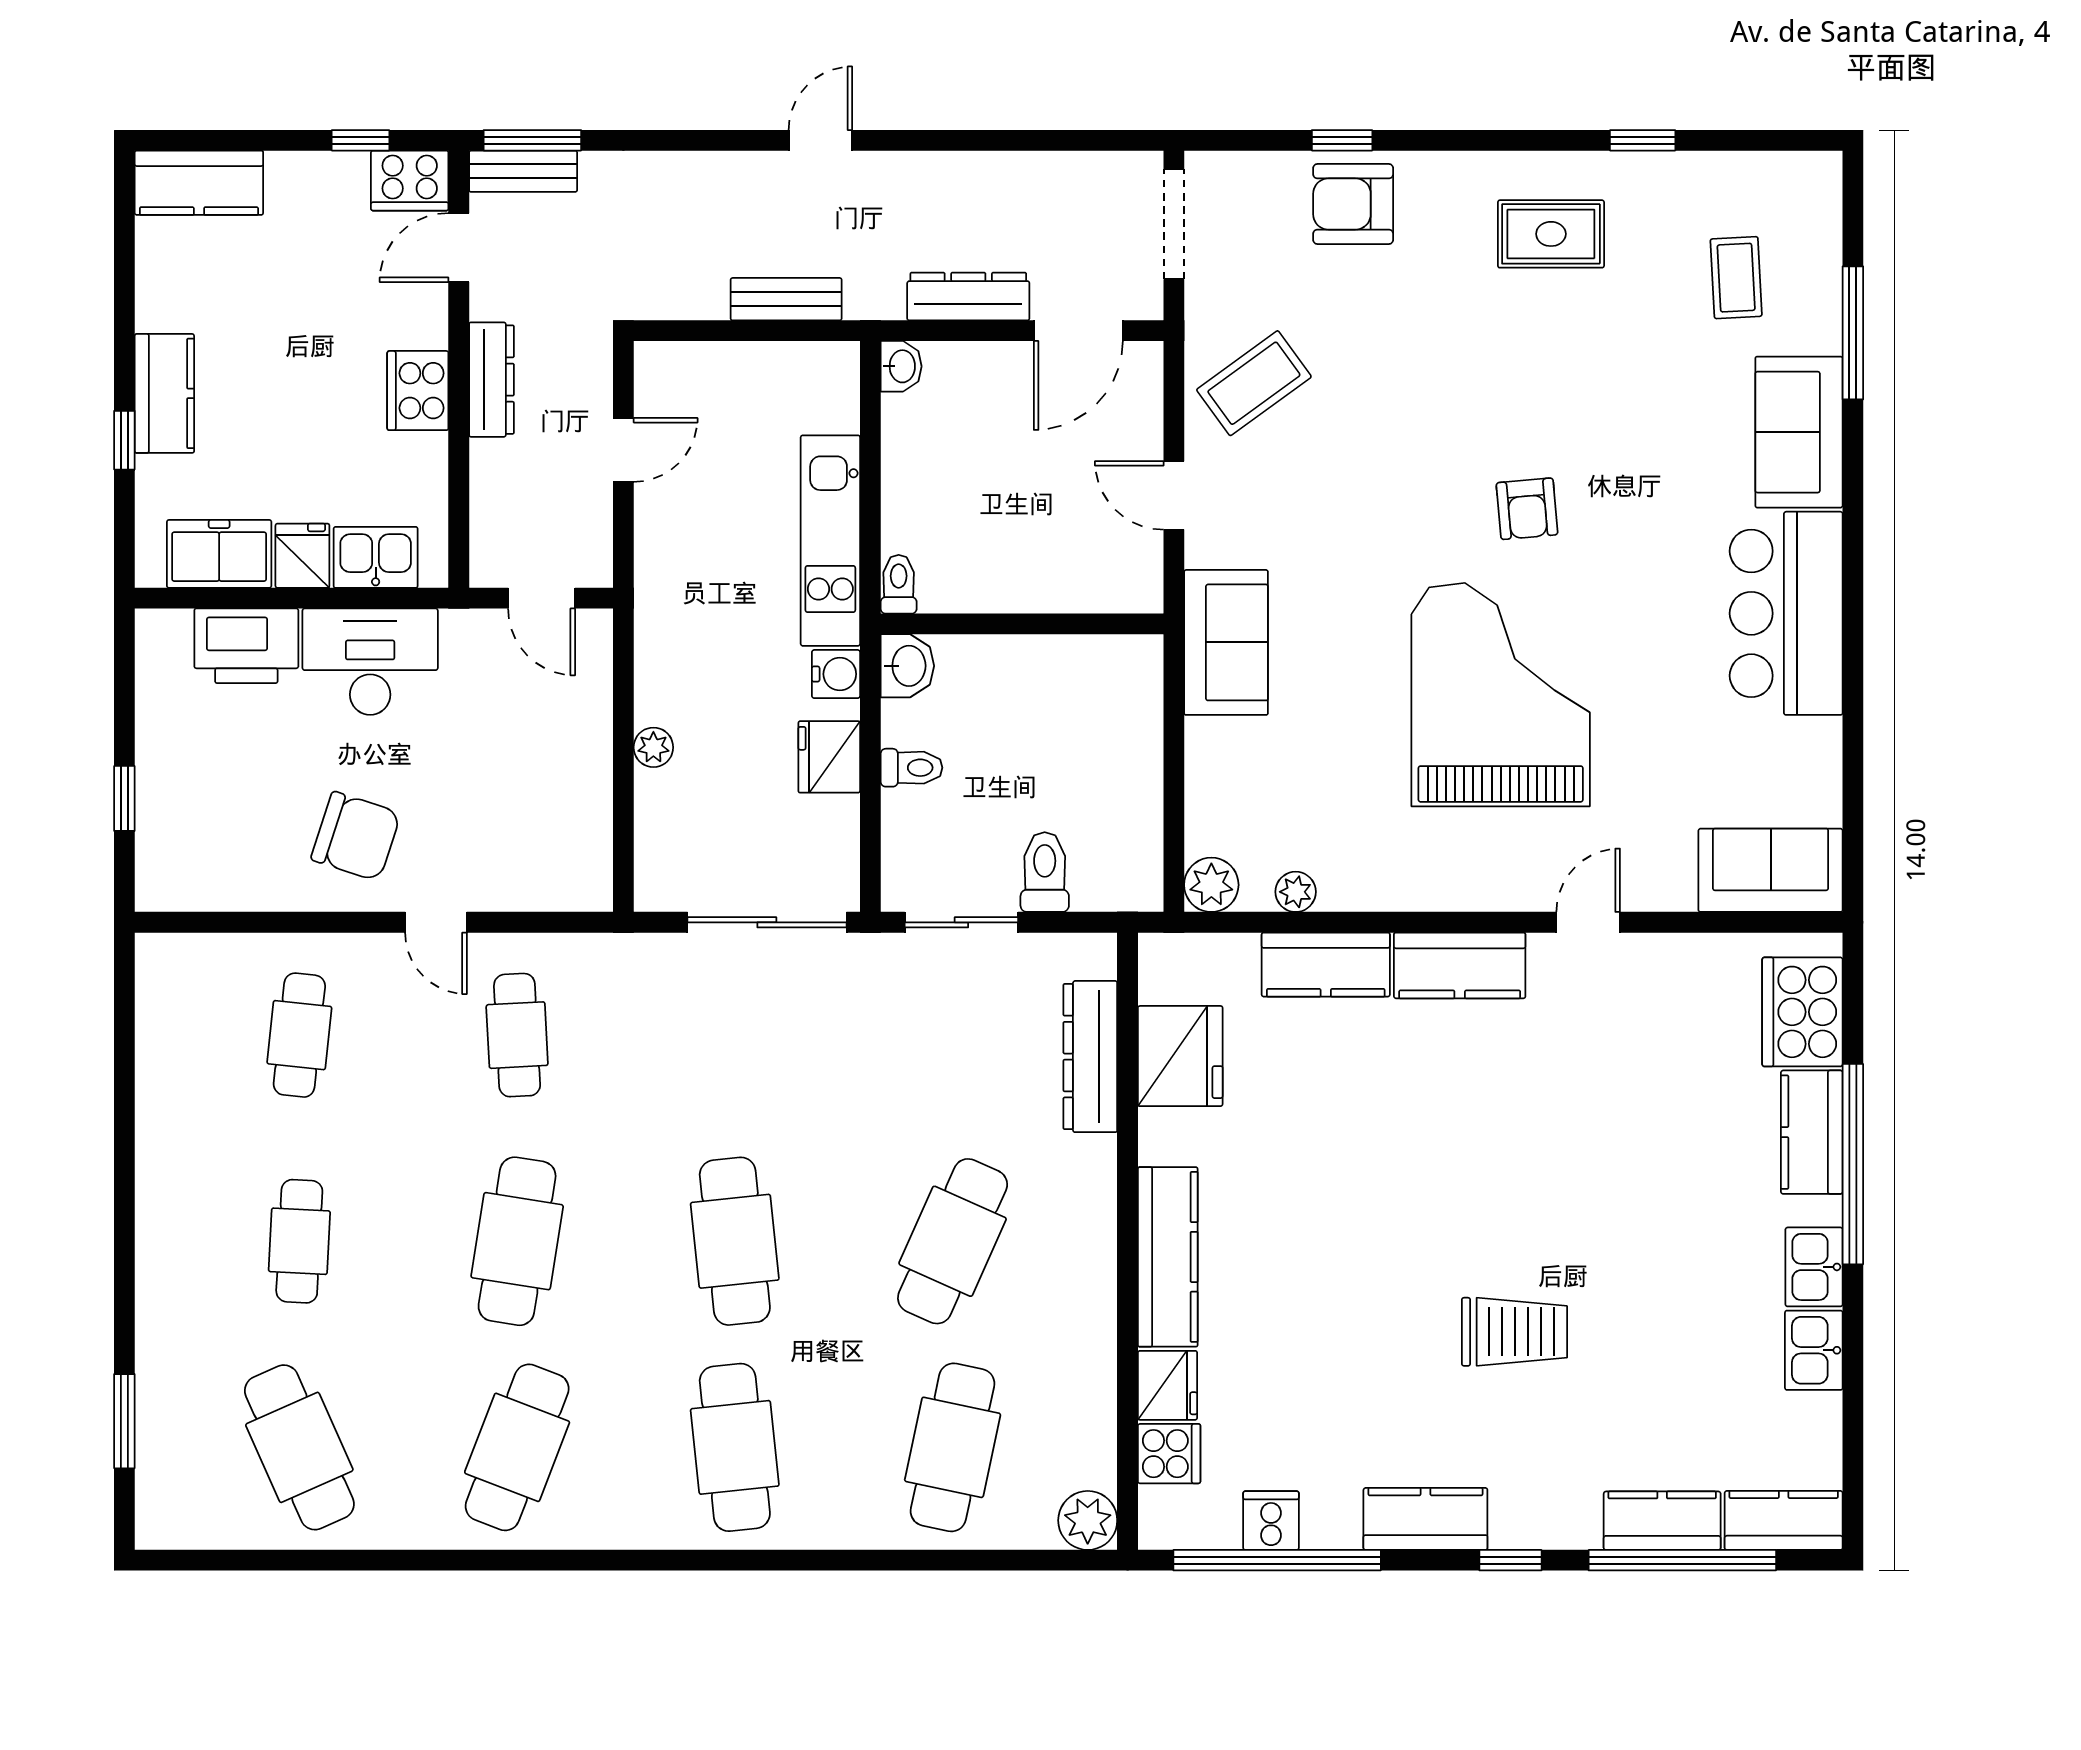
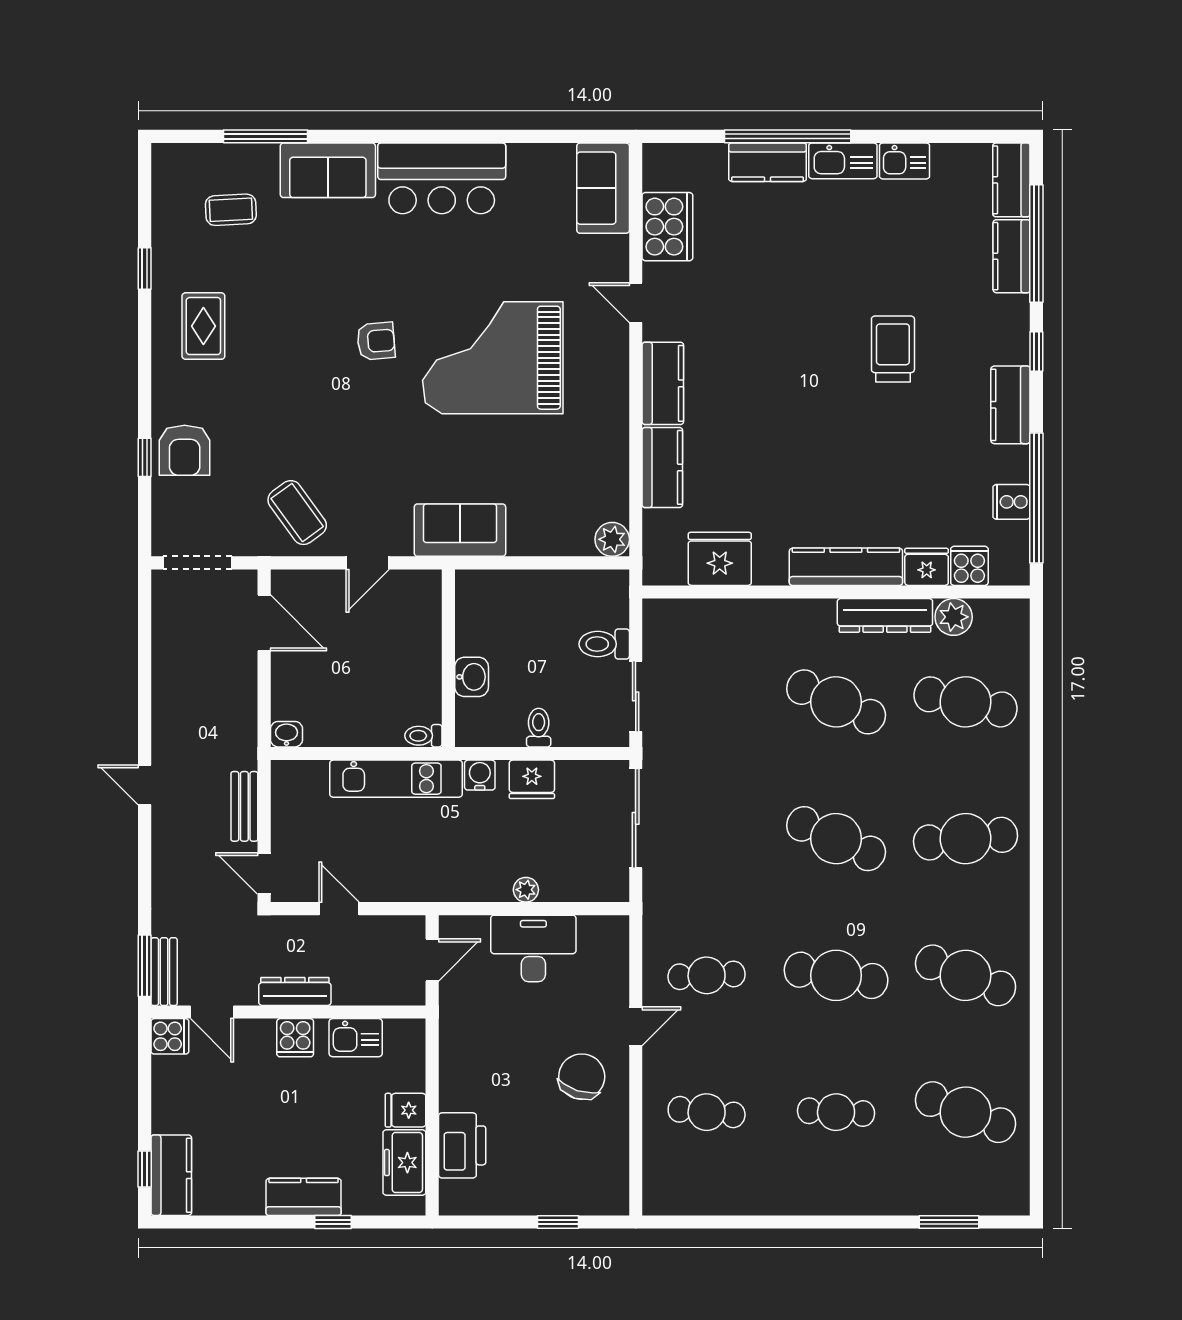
window: (361, 140) -> (145, 1169), moved
cooker: (410, 181) -> (170, 1036), width x0.73
dresser: (968, 296) -> (243, 692), removed
door: (679, 331) -> (264, 874), added
cooker: (418, 391) -> (295, 1038), width x0.73
kitchen sink: (376, 557) -> (356, 1038), moved, turned -90
desk: (370, 662) -> (533, 948), moved, turned 90
washbasin: (907, 666) -> (472, 677), moved, turned 90
plant: (1296, 892) -> (617, 486), removed
cooker: (1802, 1012) -> (667, 227), moved, turned -90
dresser: (1090, 1057) -> (885, 615), moved
cafe table: (735, 1241) -> (836, 839), turned 30
kitchen sink: (1814, 1267) -> (843, 161), width x1.38
cafe table: (299, 1447) -> (966, 1112), turned 45
plant: (1088, 1520) -> (954, 617), moved

